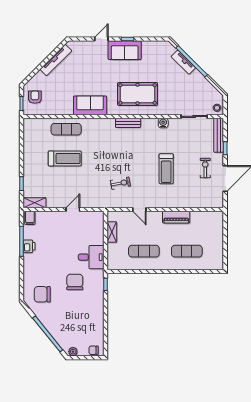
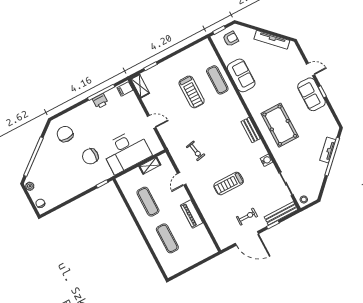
sofa: (90, 105) -> (241, 75), moved
desk: (91, 257) -> (126, 151), width x1.87, depth x1.30
chair: (75, 282) -> (90, 156), turned 180

